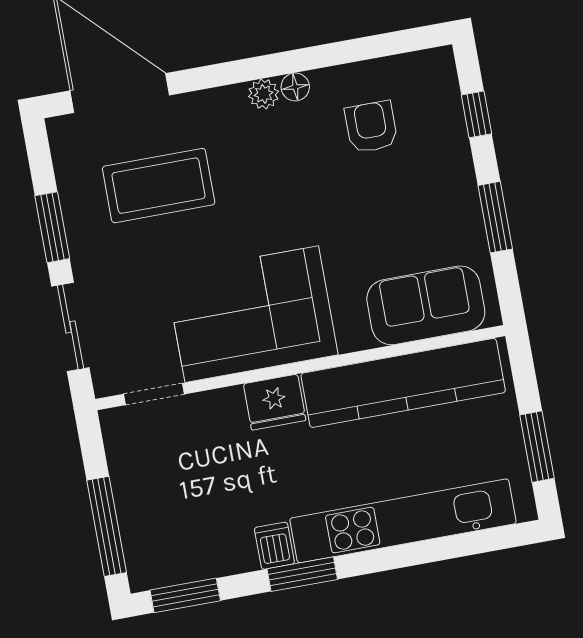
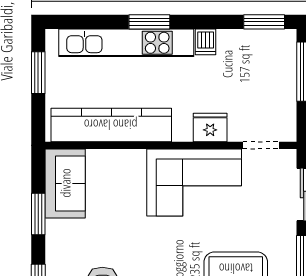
sofa: (426, 305) -> (65, 183), moved, turned -90
fridge: (275, 402) -> (210, 128), moved
window: (302, 574) -> (149, 22), moved

